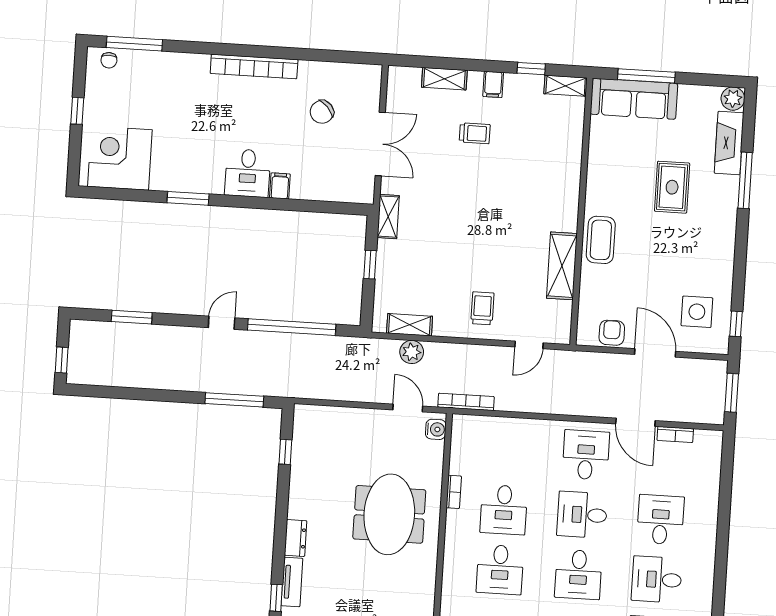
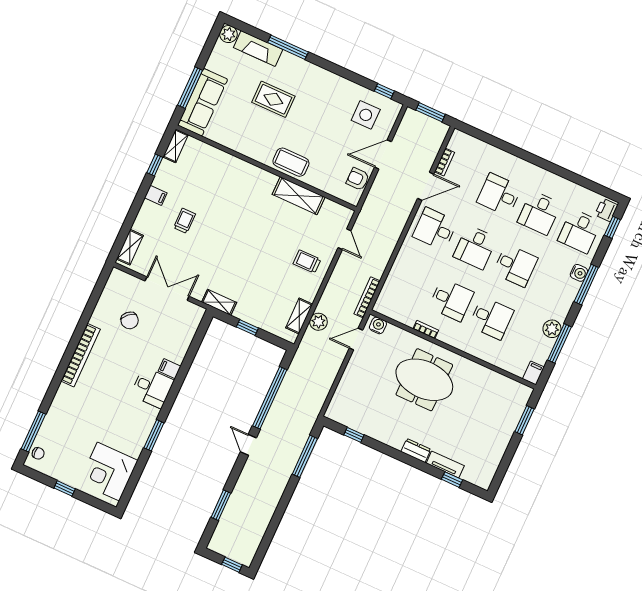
shelving: (444, 79) -> (130, 247), moved

